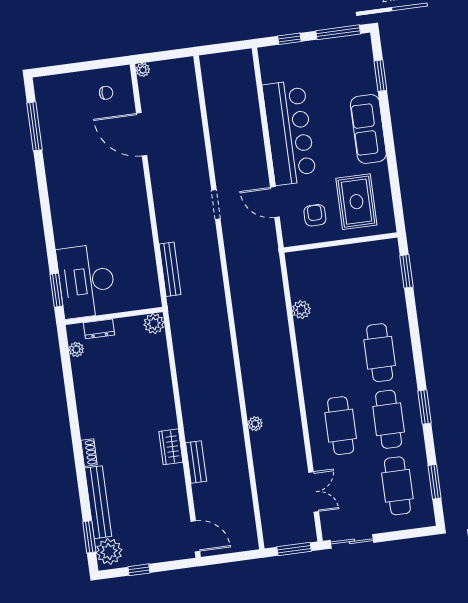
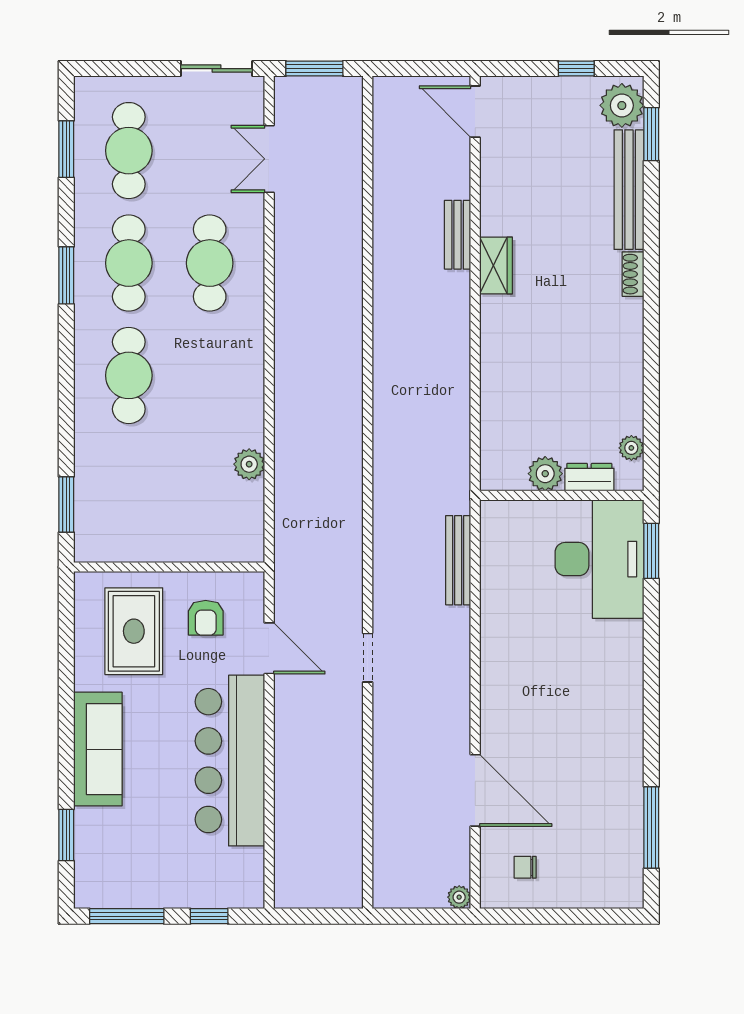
plant: (154, 324) -> (545, 474), moved
plant: (255, 424) -> (351, 285), removed

